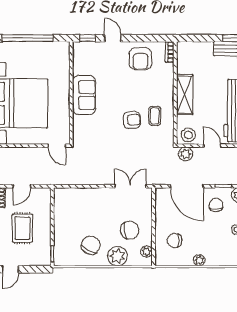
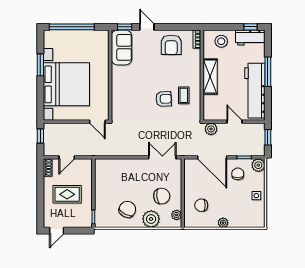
sofa: (84, 95) -> (121, 47), moved
stool: (188, 135) -> (221, 41), moved
rug: (22, 228) -> (67, 194), turned 90

